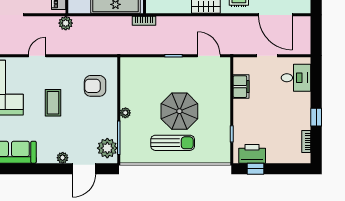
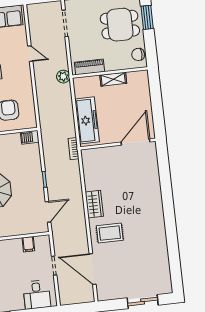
door: (275, 15) -> (93, 269), hinge flipped
barbecue: (127, 66) -> (30, 137), added
filing cabinet: (241, 87) -> (28, 244), width x0.50

